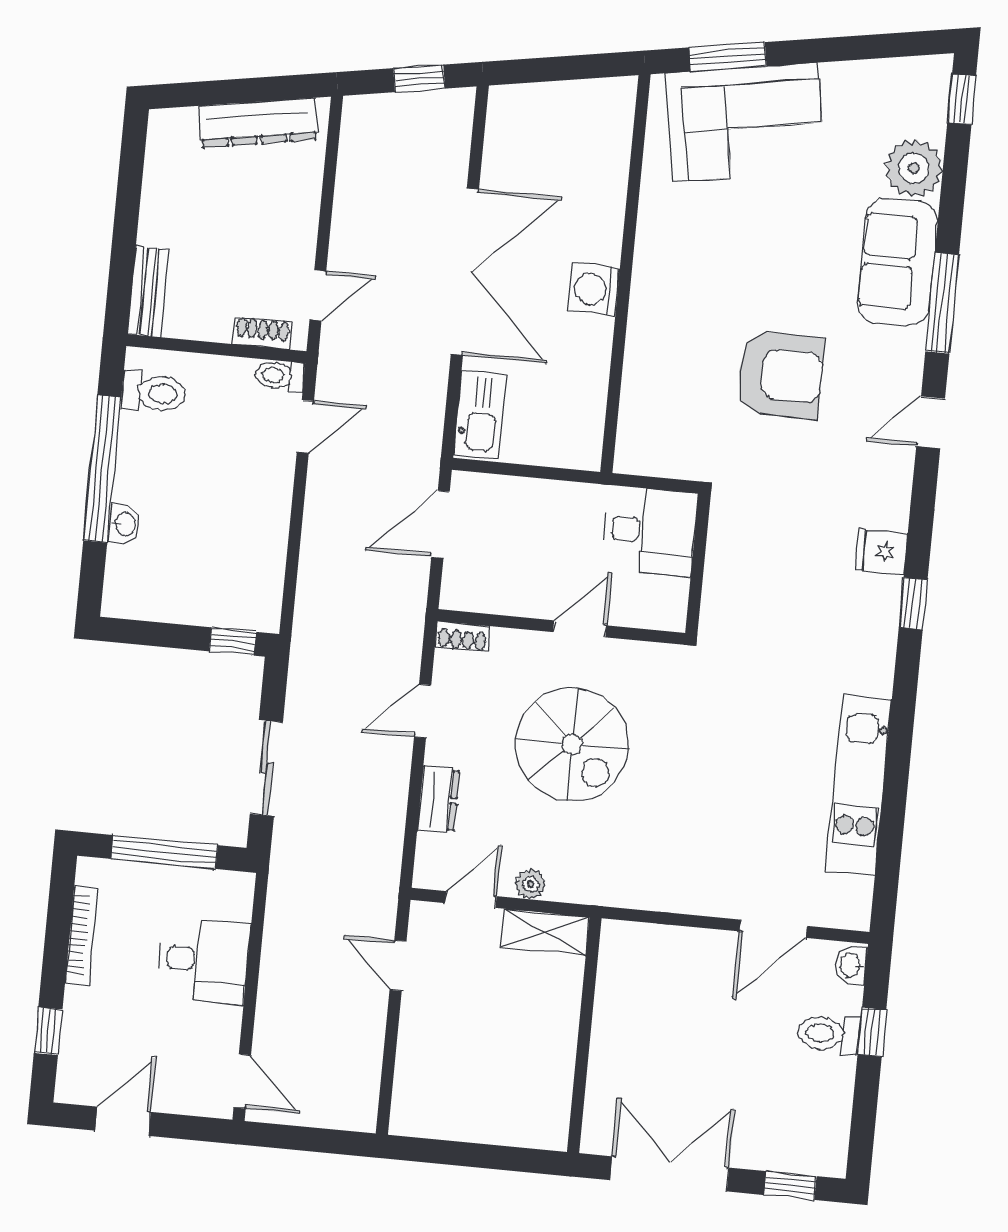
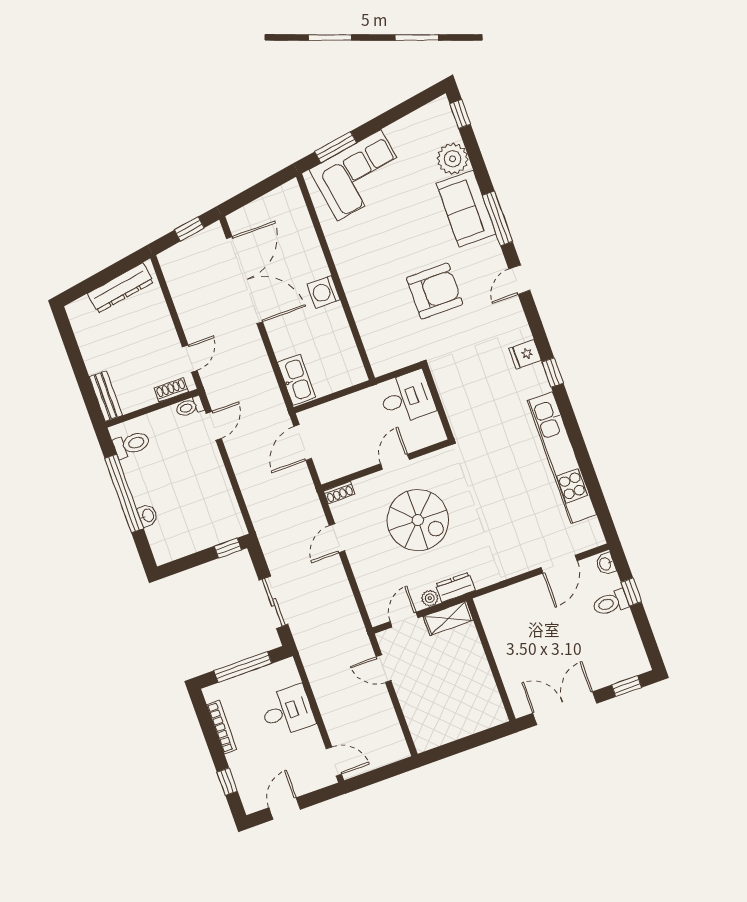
double door: (465, 272) -> (244, 280), moved
kitchen unit: (859, 785) -> (562, 458), width x1.36
dresser: (439, 799) -> (455, 587), moved, turned -90

